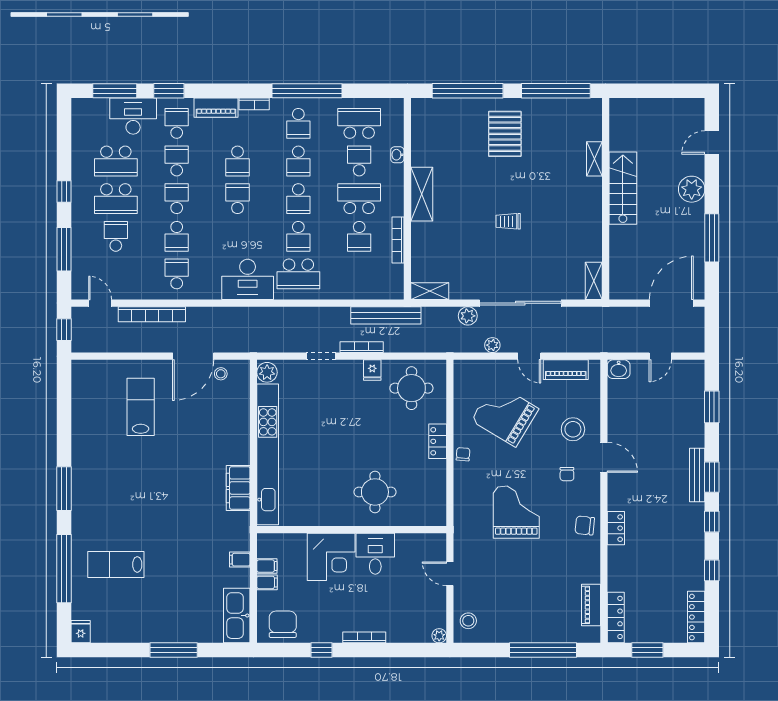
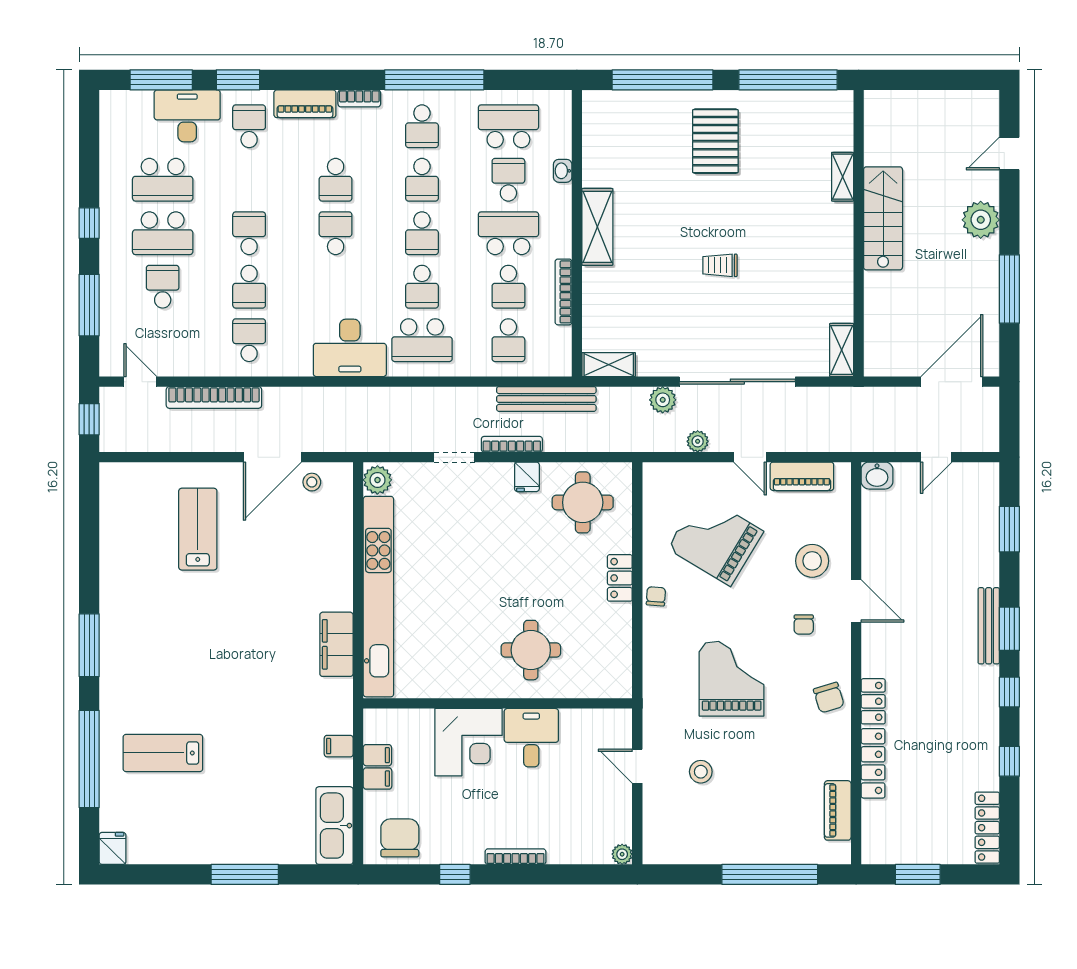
school desk: (177, 161) -> (508, 340), moved, turned 180
chair: (585, 525) -> (829, 698), turned -113
locker: (616, 617) -> (873, 763), moved
stool: (468, 621) -> (701, 772), moved

